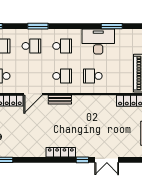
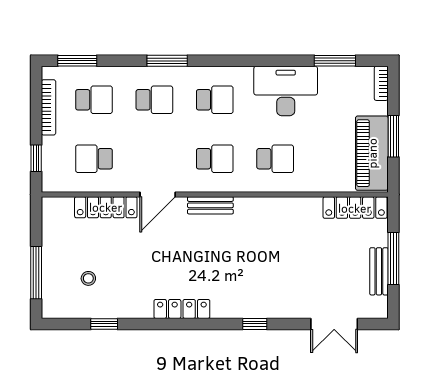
window: (112, 26) -> (335, 61), moved
school desk: (93, 76) -> (275, 159), turned 180
locker: (61, 152) -> (182, 309), moved
double door: (107, 160) -> (334, 324), moved

